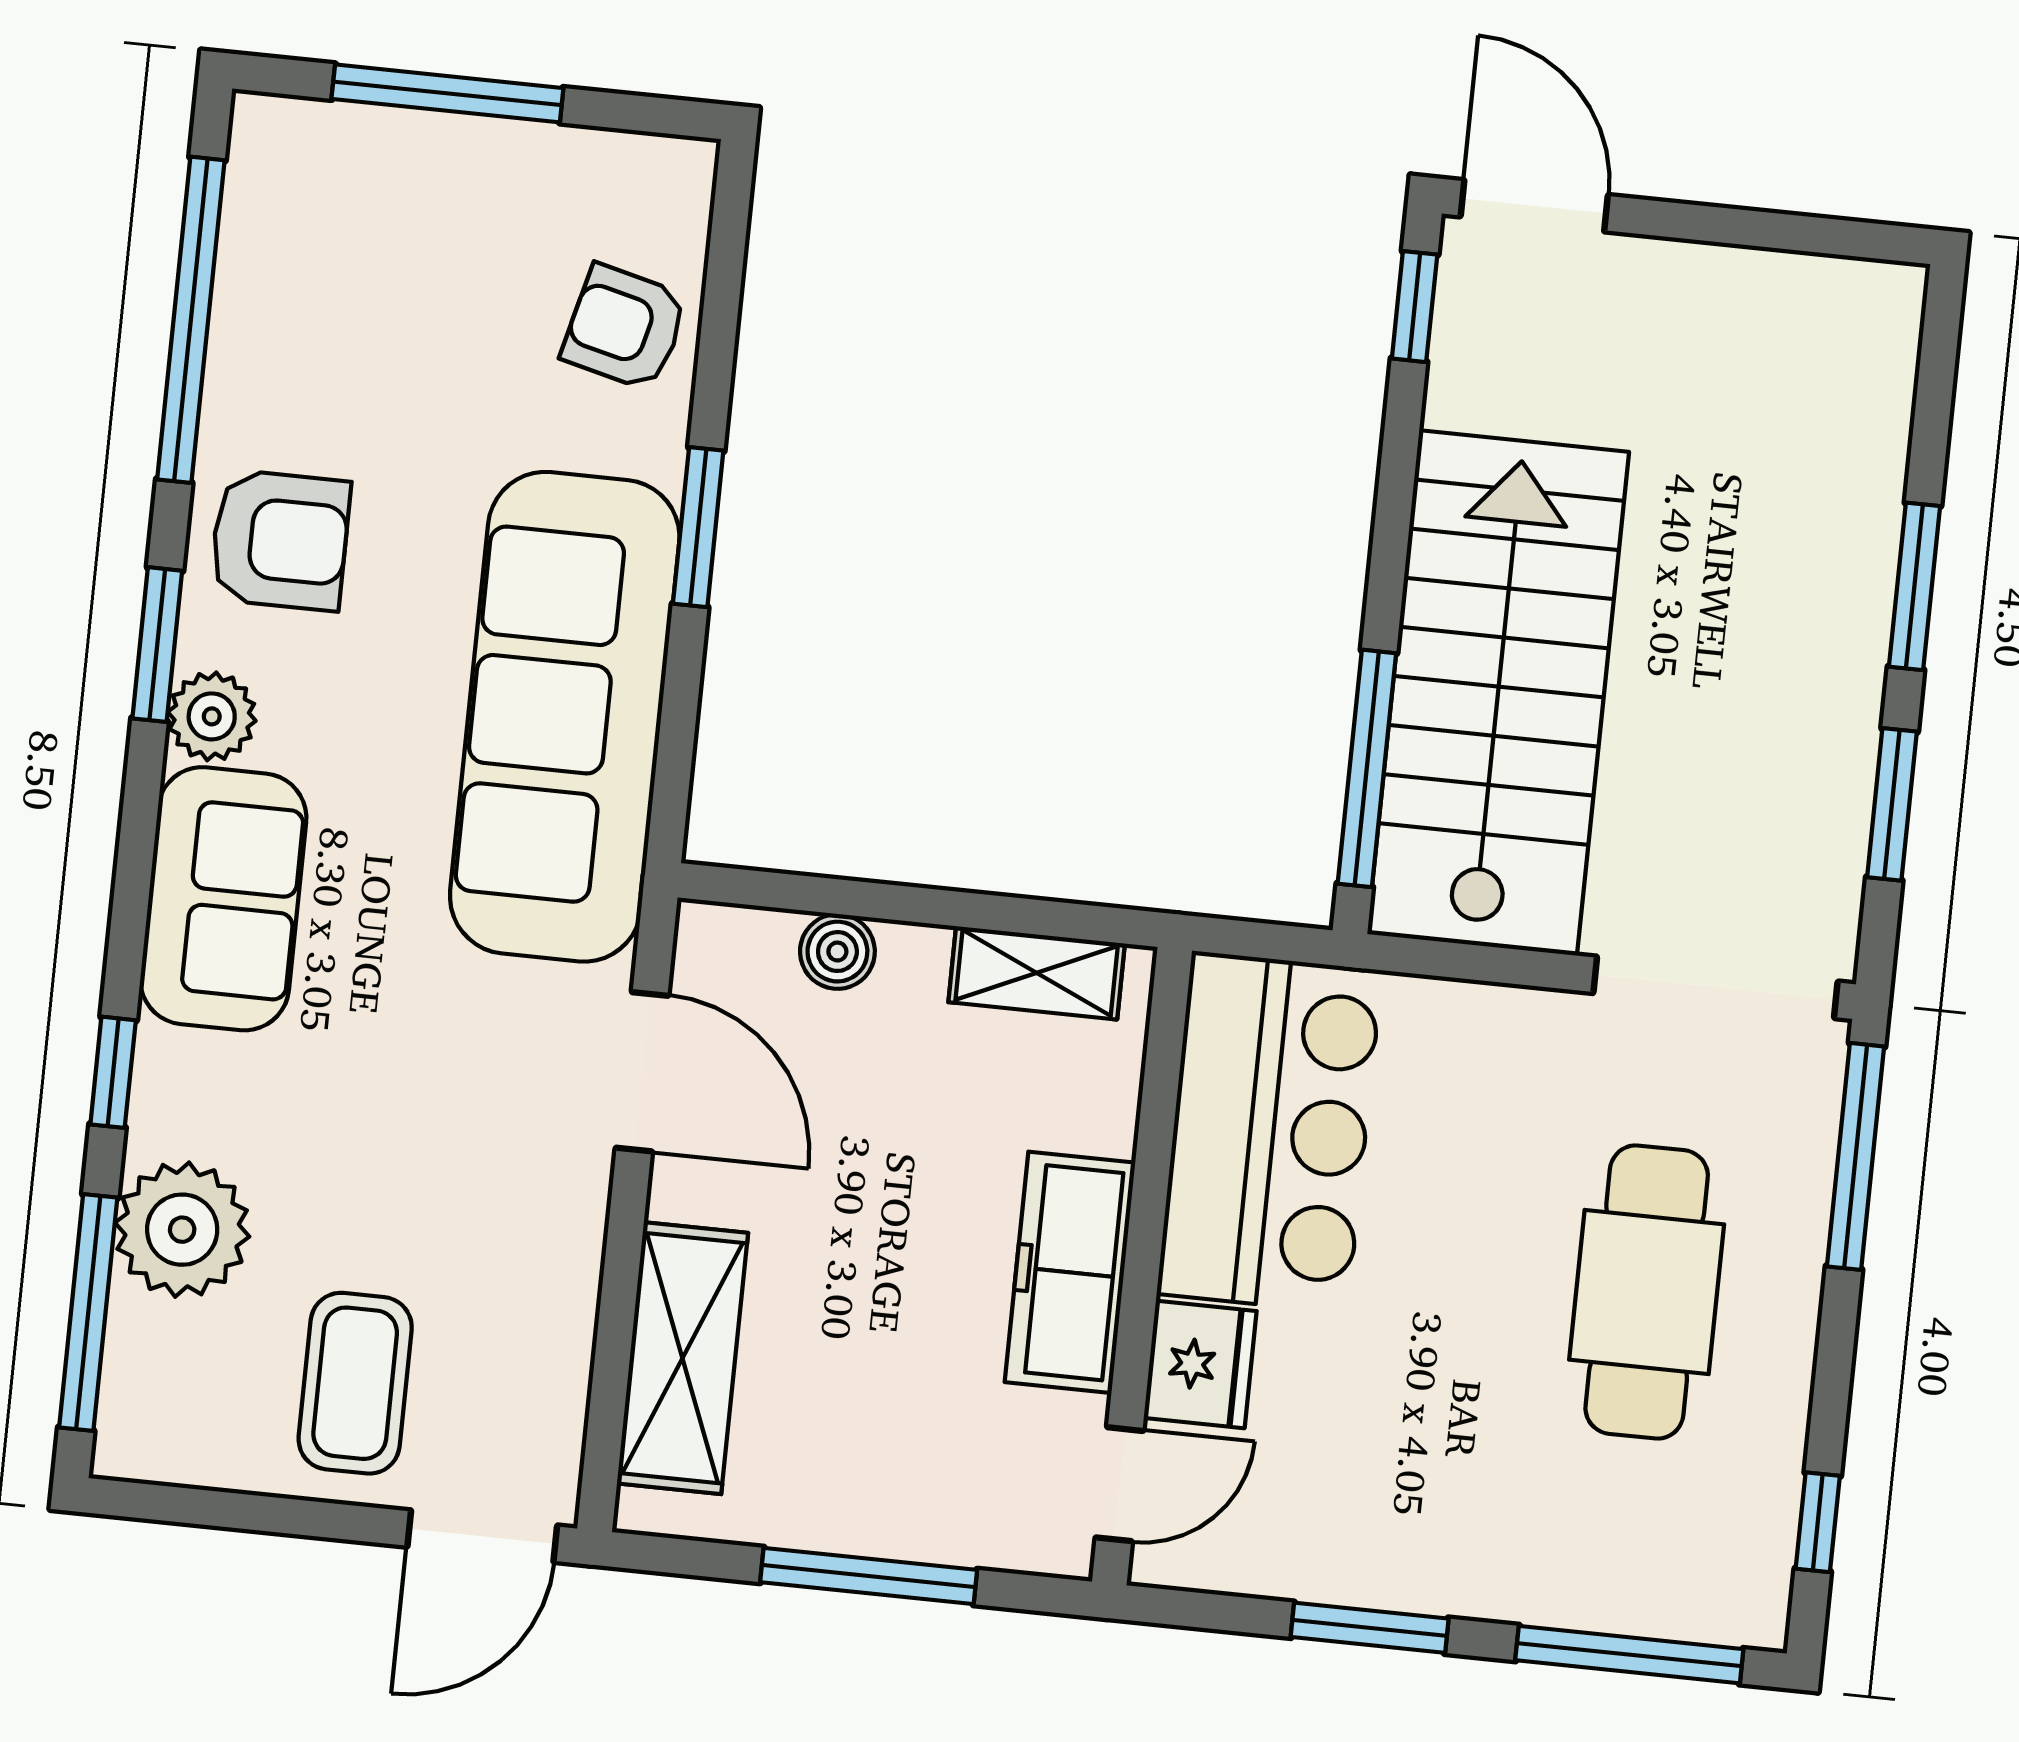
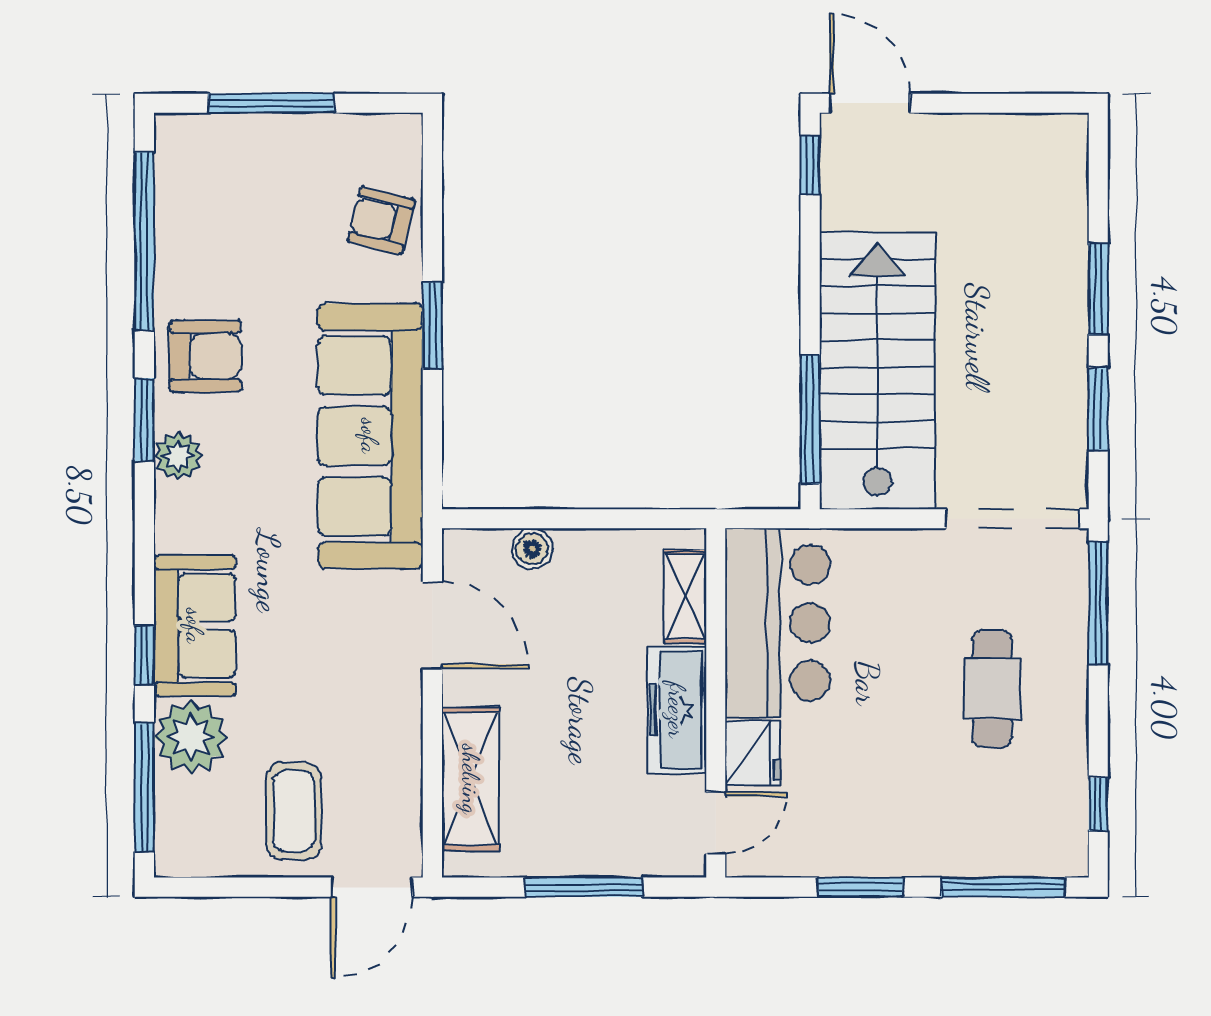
sofa: (223, 899) -> (195, 626), moved
shelving: (1037, 973) -> (685, 597), moved, turned 90
cafe table: (1647, 1292) -> (992, 689), width x0.73, depth x0.74

